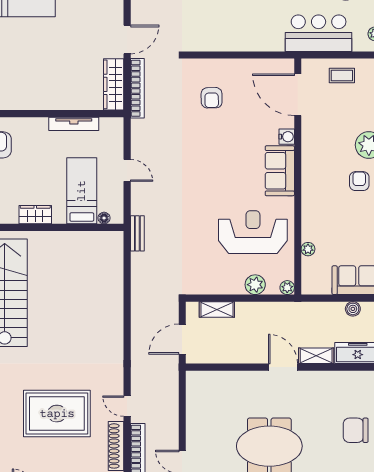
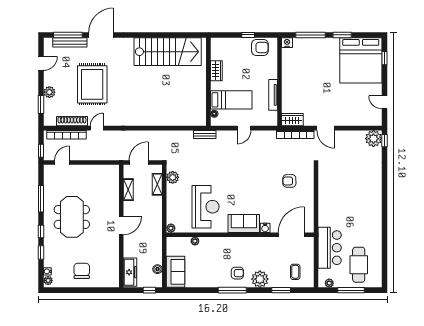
coffee table: (342, 75) -> (295, 272), moved
wardrobe: (114, 84) -> (292, 120), width x0.67
plant: (255, 285) -> (173, 177), moved
door: (182, 339) -> (139, 163), hinge flipped
shelving: (316, 356) -> (128, 190), moved

